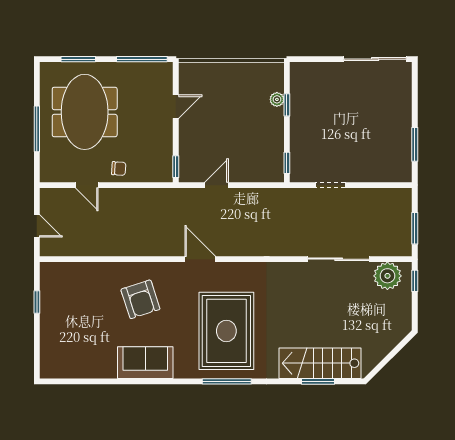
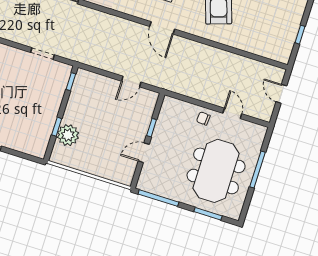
plant: (277, 99) -> (68, 135), width x1.88, depth x1.88
window: (176, 167) -> (152, 128), moved

